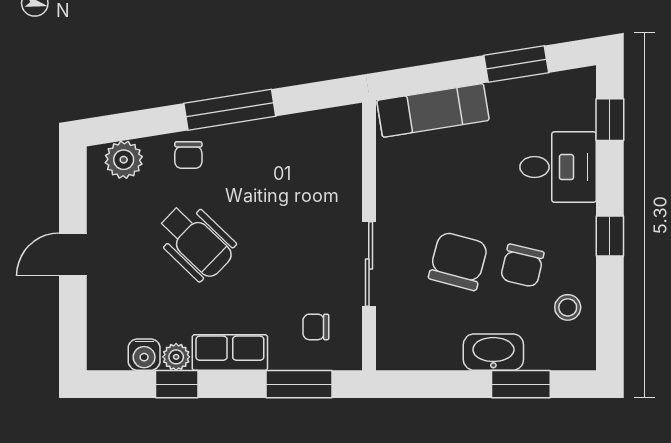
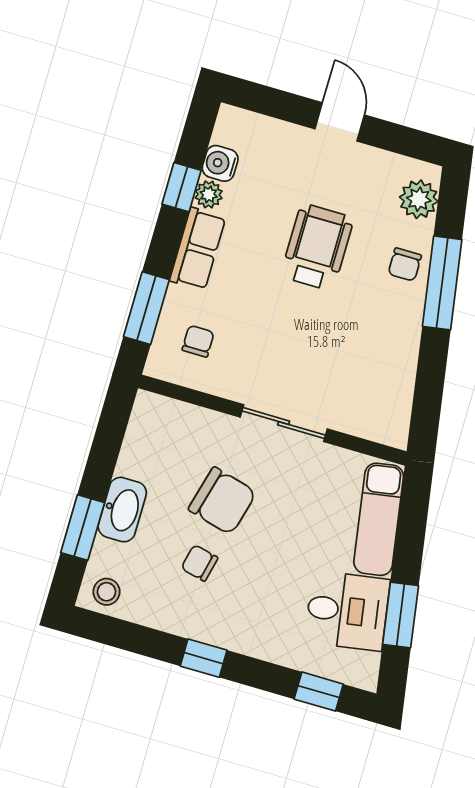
window: (230, 110) -> (442, 283), moved
chair: (188, 155) -> (405, 265), turned -90
desk: (558, 167) -> (347, 611), moved, turned -99
wheelchair: (196, 242) -> (317, 247), turned 136
sliding door: (369, 264) -> (284, 423), moved
chair: (522, 266) -> (199, 563), width x0.73, depth x0.73
stool: (568, 307) -> (106, 592), moved

